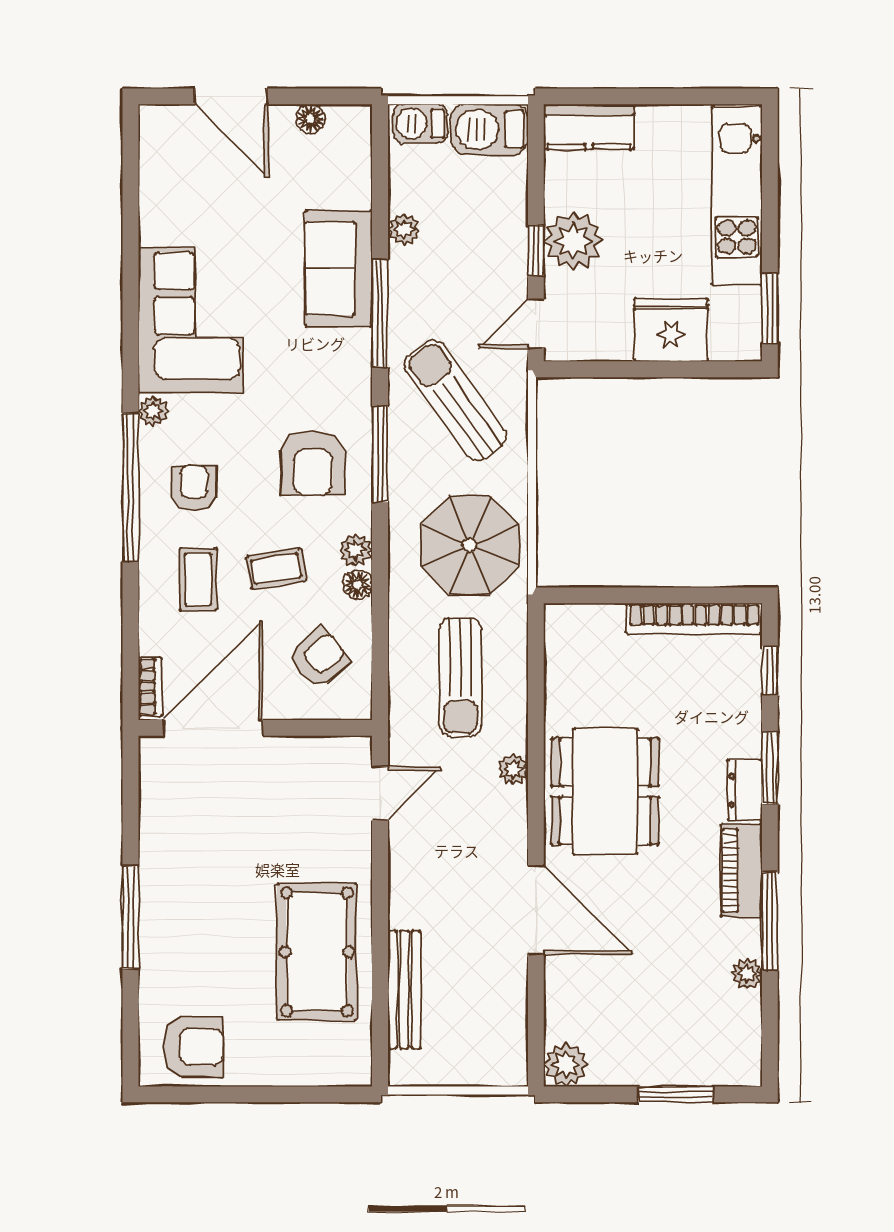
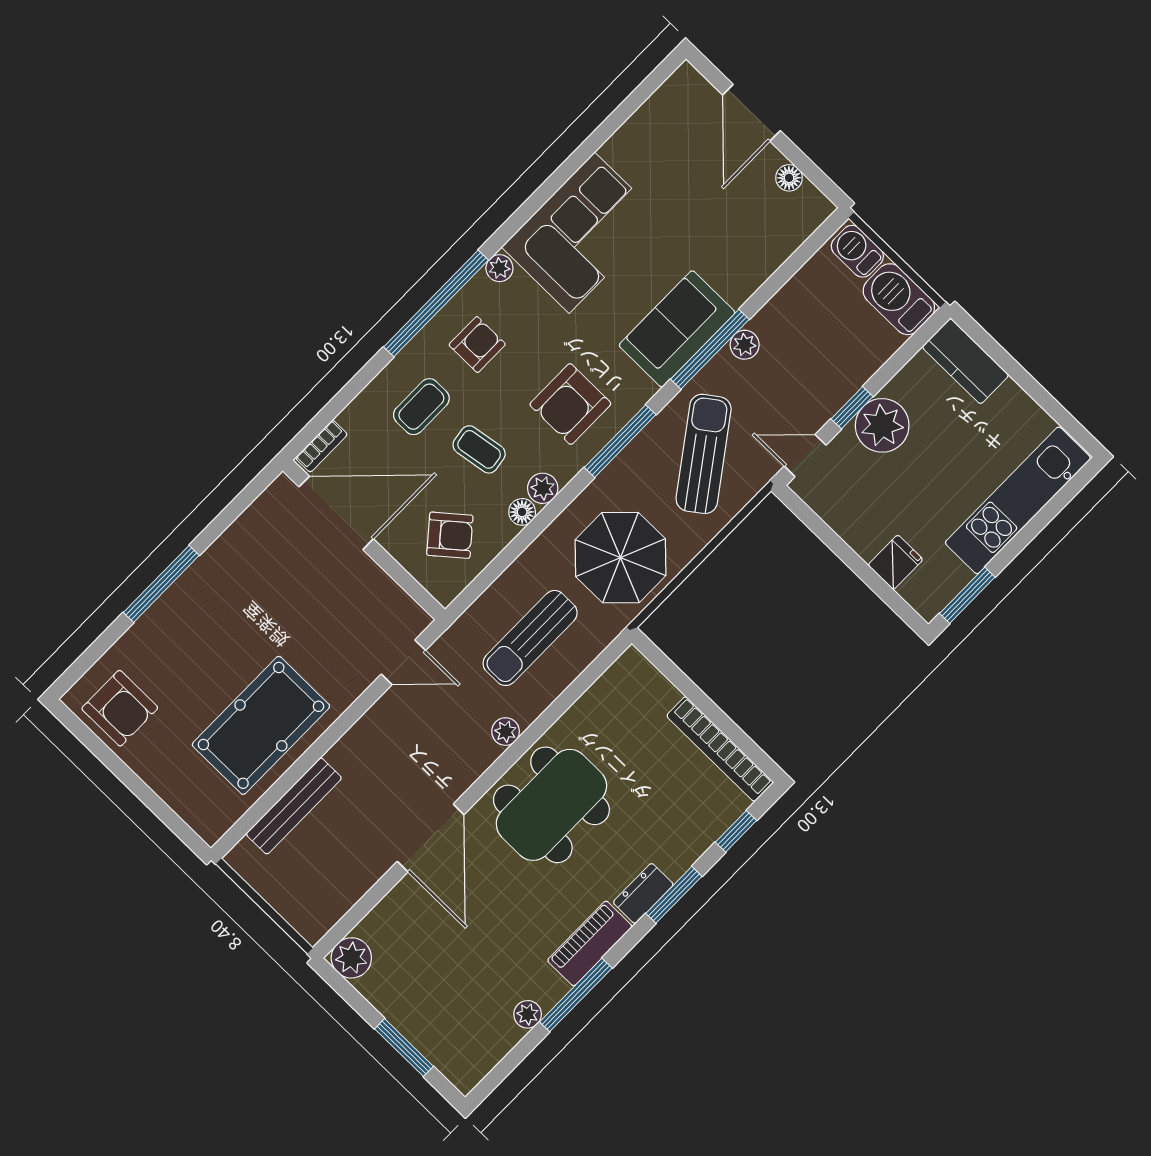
plant: (404, 230) -> (745, 345), moved
sofa: (339, 269) -> (677, 329), moved
fridge: (671, 330) -> (895, 562), width x0.53, depth x0.75

